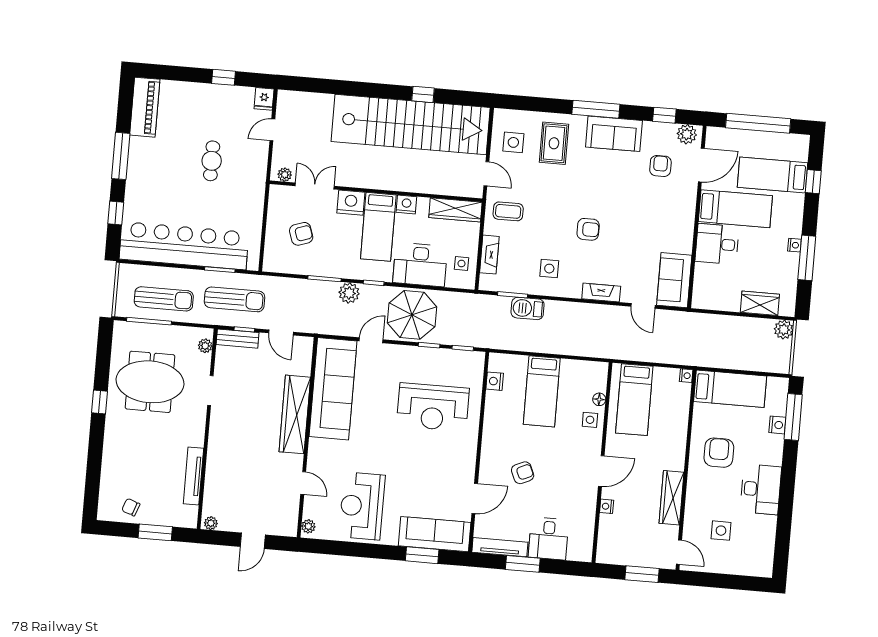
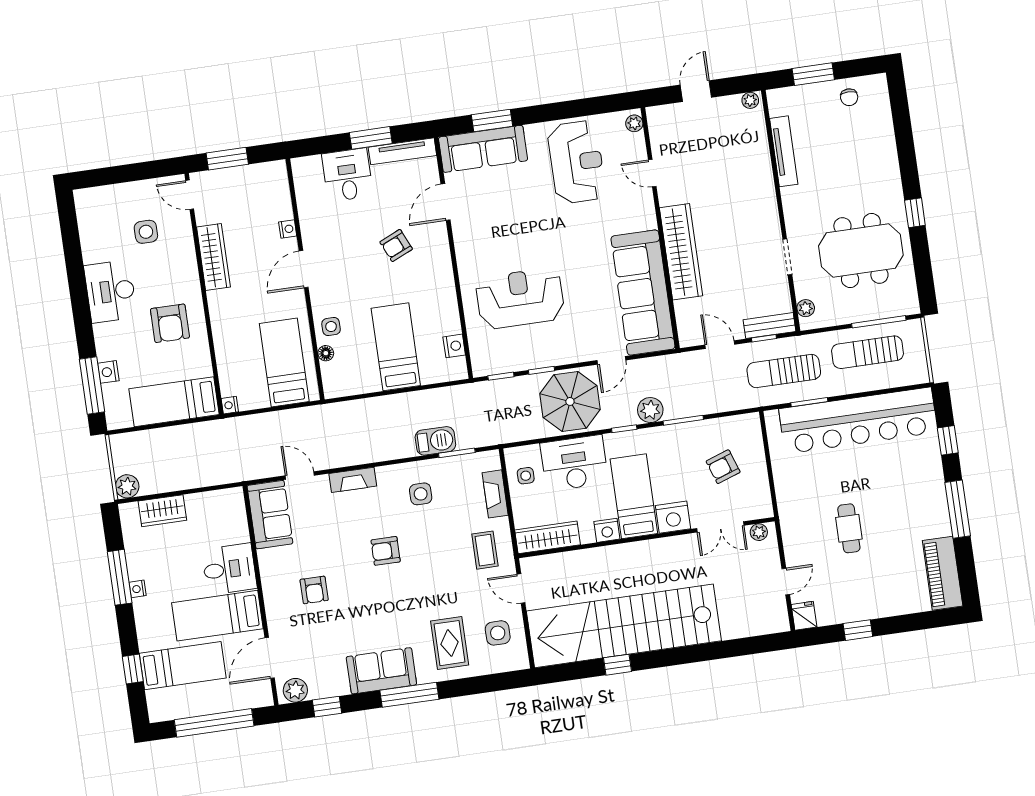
armchair: (660, 166) -> (314, 590), moved
coffee table: (508, 211) -> (485, 550), turned 90
chair: (131, 507) -> (849, 97), turned 70

